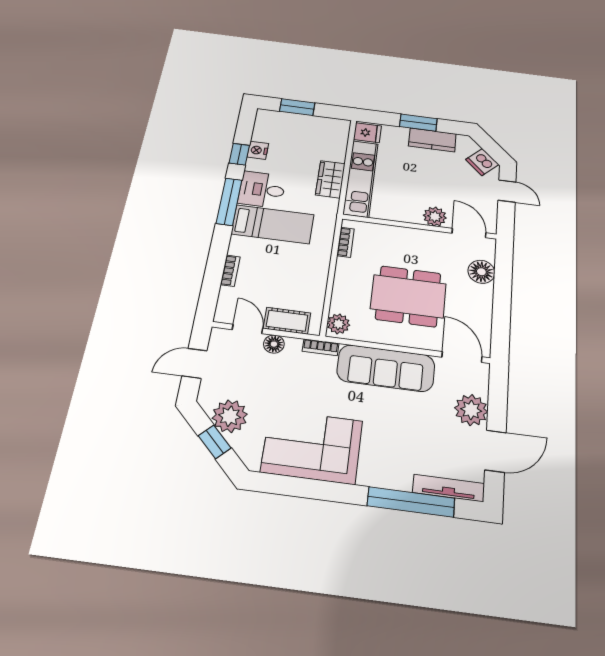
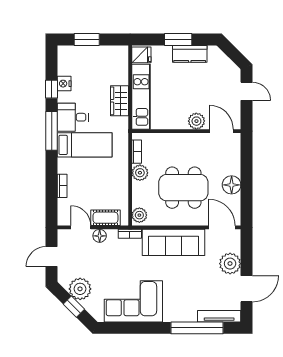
dishwasher: (482, 162) -> (228, 68), removed
plant: (347, 269) -> (140, 173), added
floor lamp: (481, 272) -> (232, 185), moved

